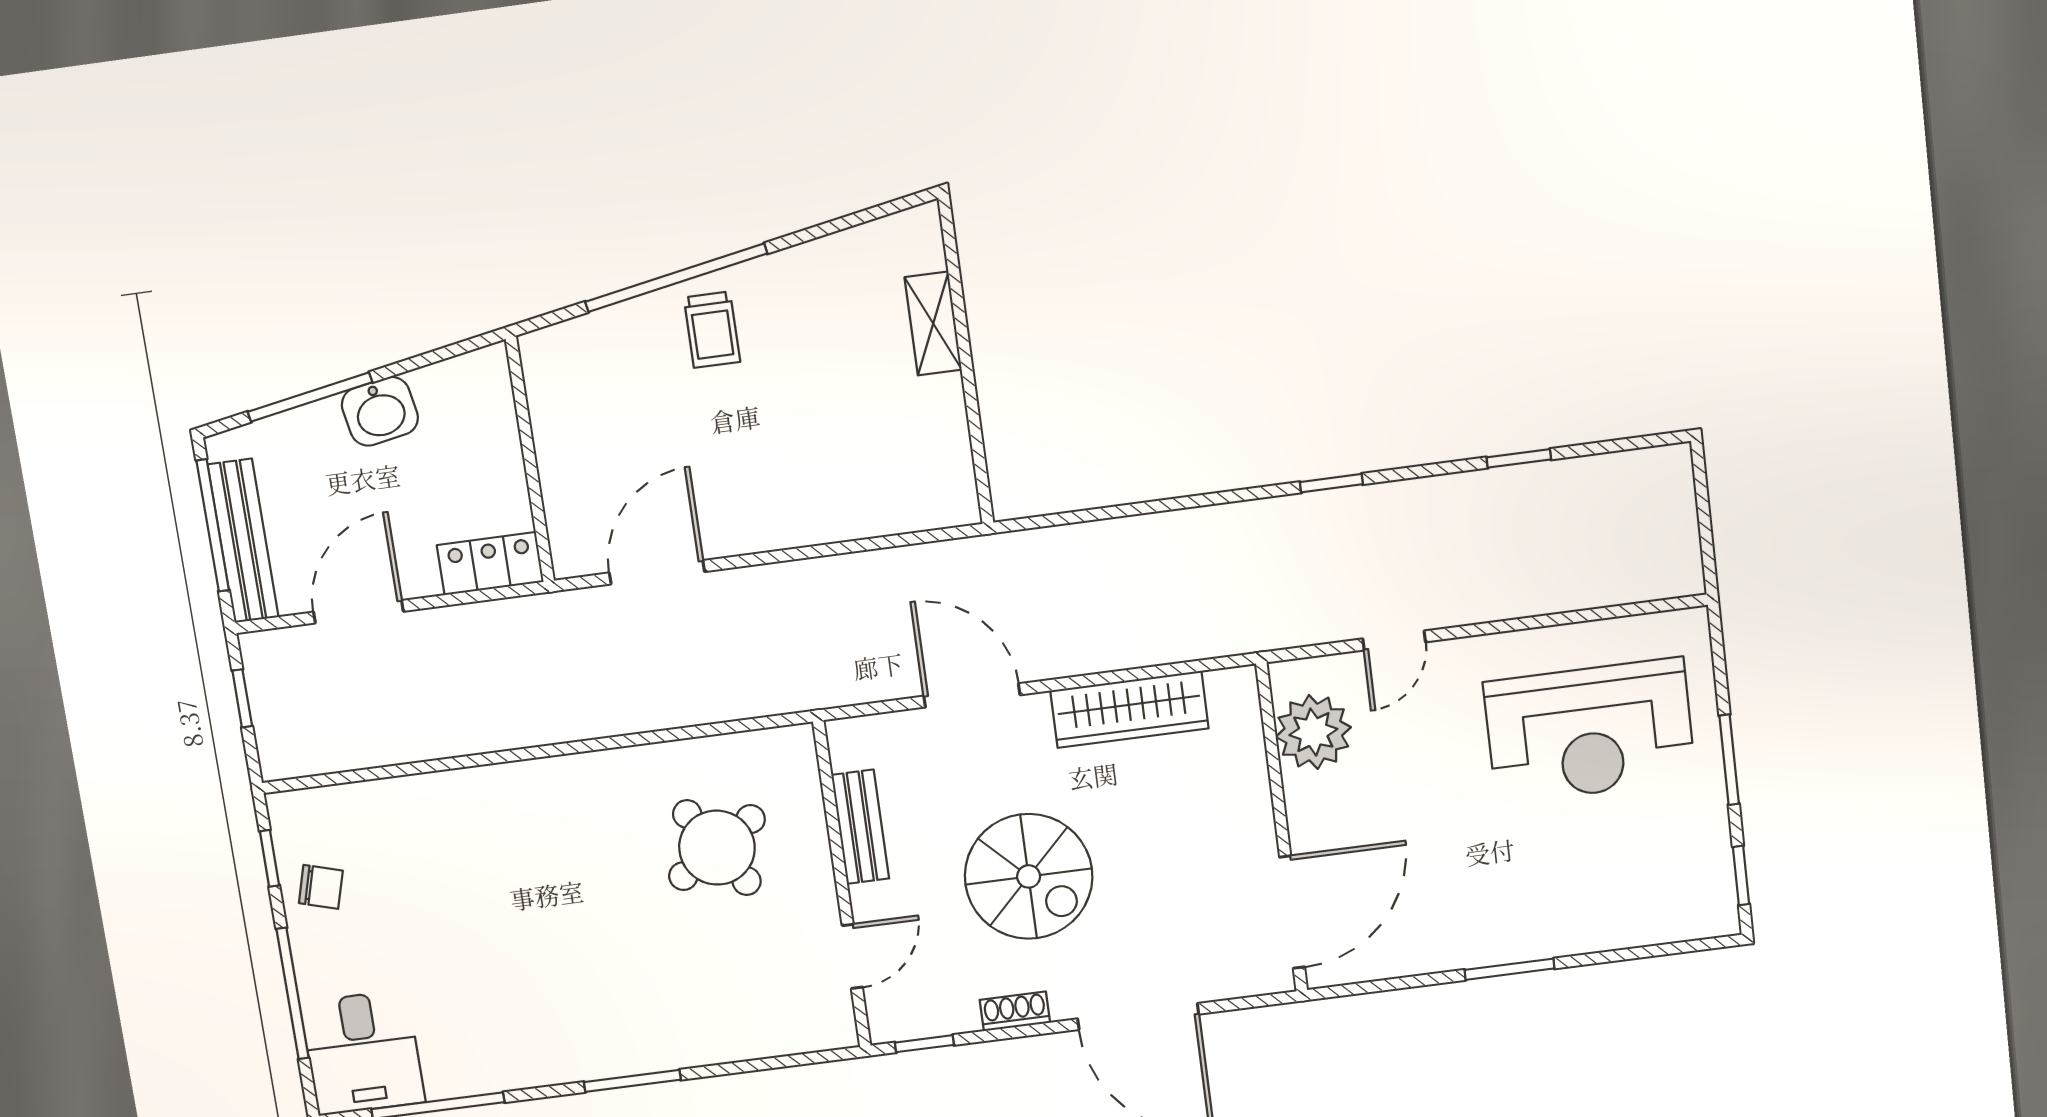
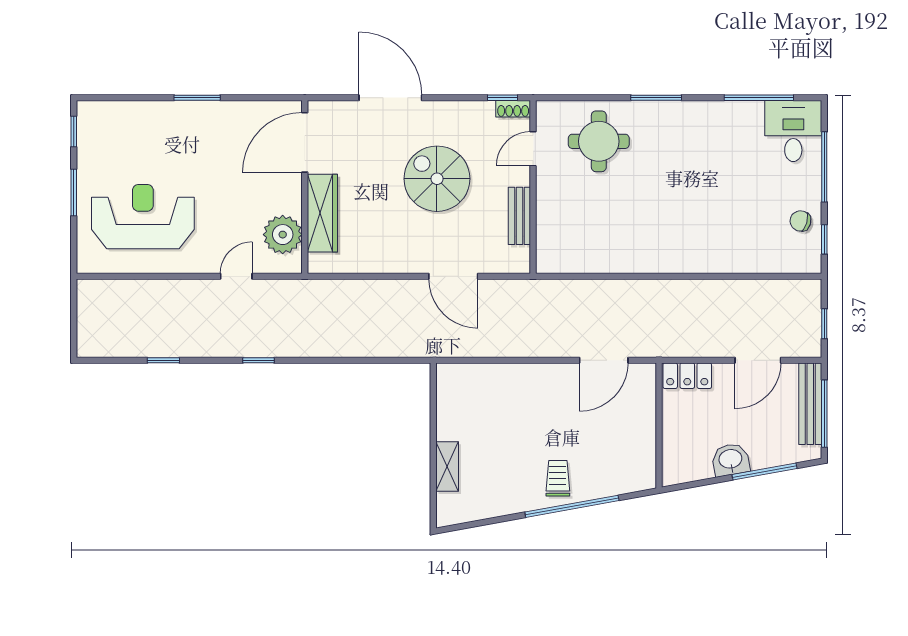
wardrobe: (1129, 709) -> (322, 213), moved, turned 90
round table: (717, 848) -> (599, 141), moved, turned 33
shoe rack: (1015, 1011) -> (513, 109), moved

